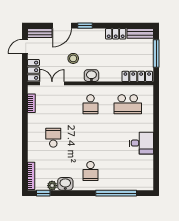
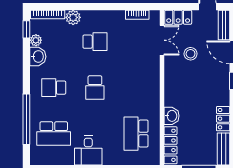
stool: (73, 58) -> (191, 54), moved
washbasin: (91, 76) -> (171, 116), moved
school desk: (90, 104) -> (95, 88), moved, turned -90
plant: (34, 155) -> (73, 17), added
school desk: (128, 171) -> (54, 134), added

